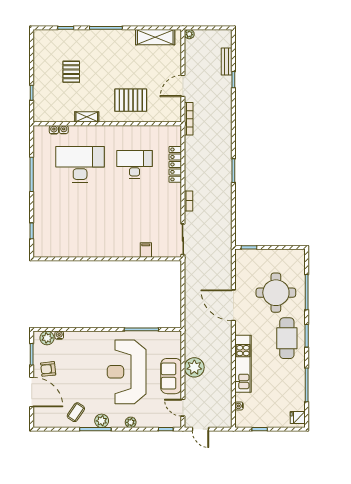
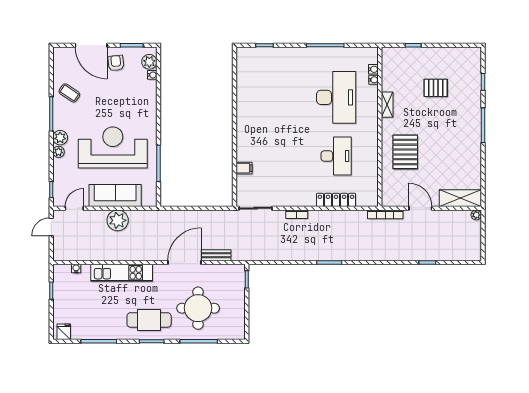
shelving: (155, 37) -> (460, 198), moved, turned 90
bench: (227, 61) -> (216, 255), moved
sofa: (171, 376) -> (115, 195), width x1.36
door: (32, 392) -> (91, 45), hinge flipped
plant: (102, 421) -> (60, 138), moved

